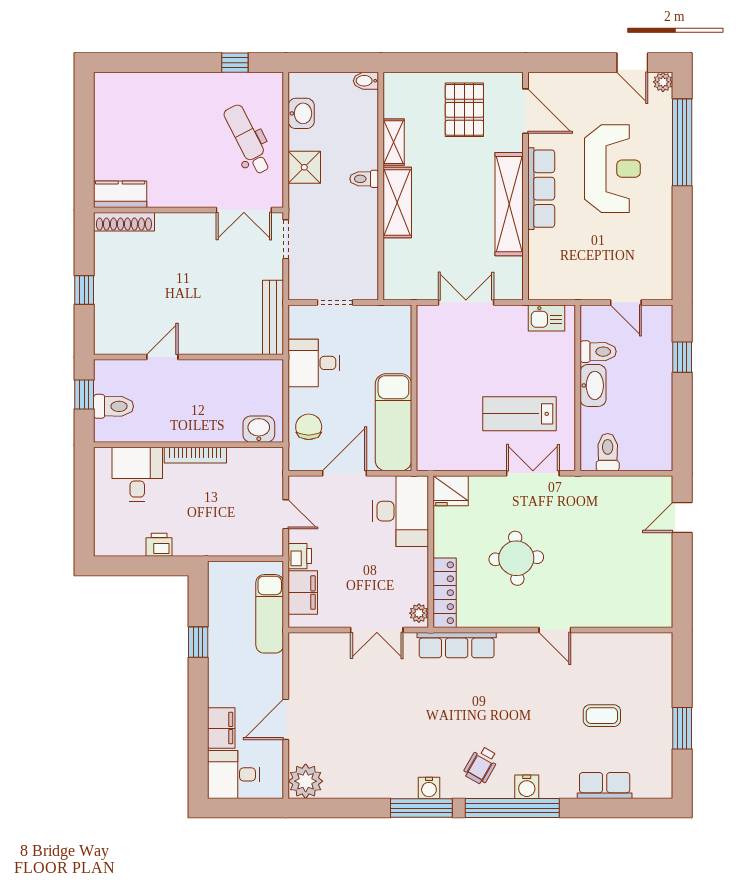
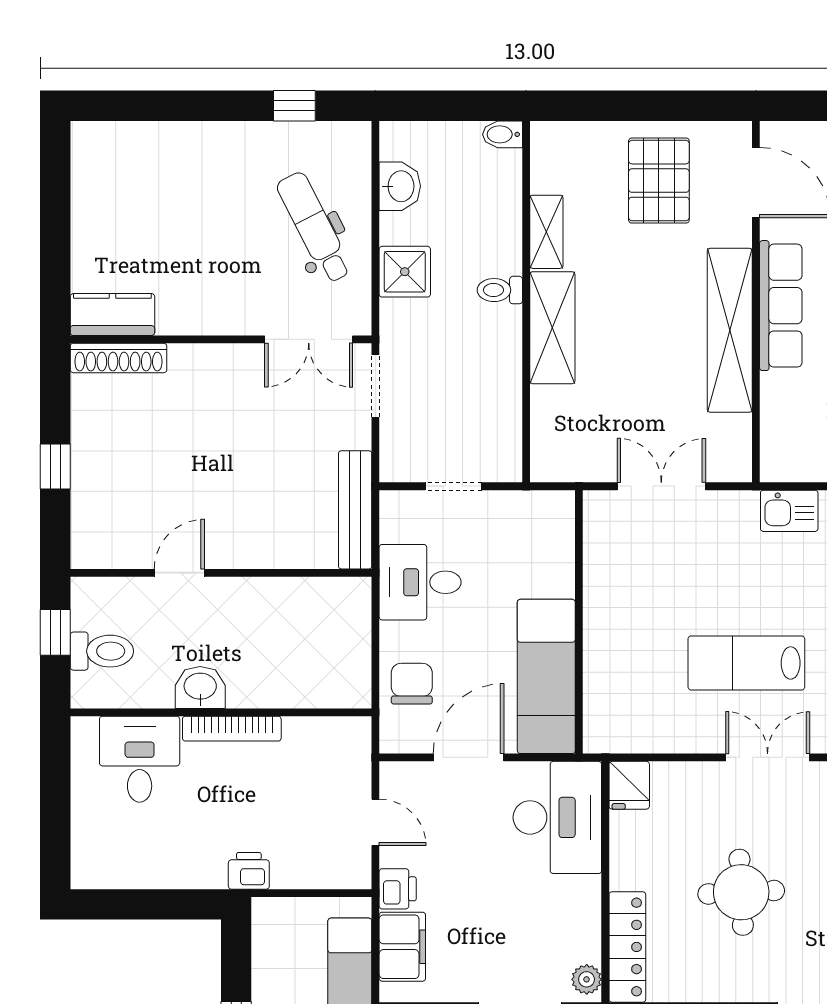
washbasin: (259, 429) -> (200, 687), moved
fridge: (451, 491) -> (629, 785), width x0.72
printer: (159, 545) -> (249, 871), moved

